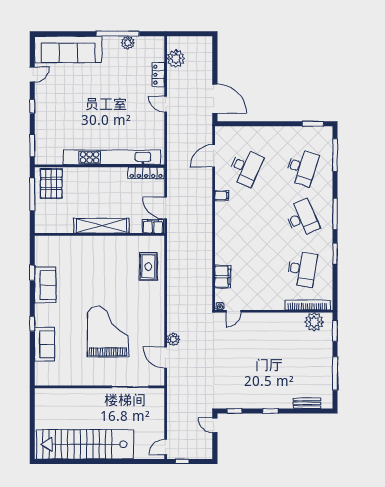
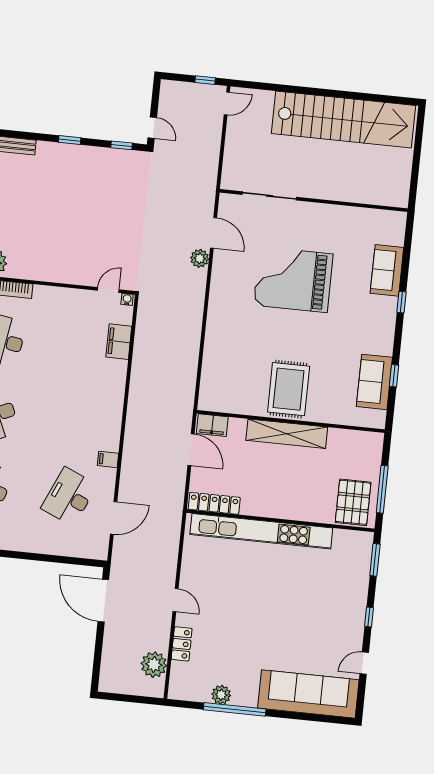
rug: (148, 267) -> (289, 389), moved, width x1.36, depth x1.43
sofa: (45, 285) -> (374, 382), moved
grand piano: (108, 331) -> (293, 279), turned 90

